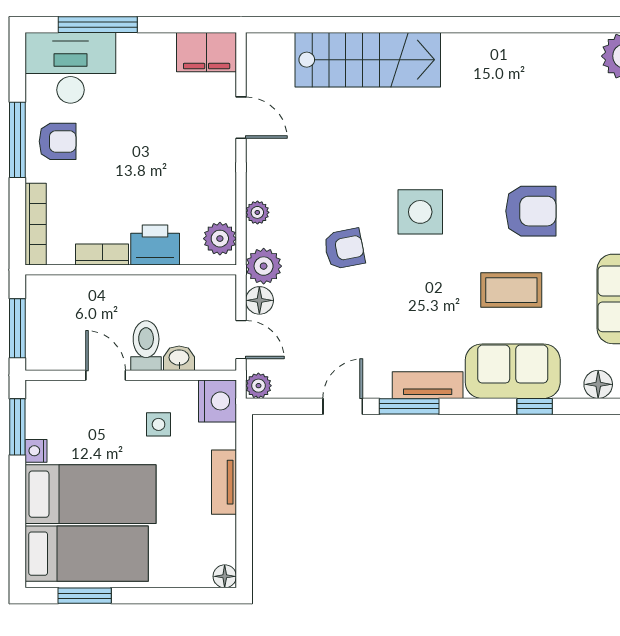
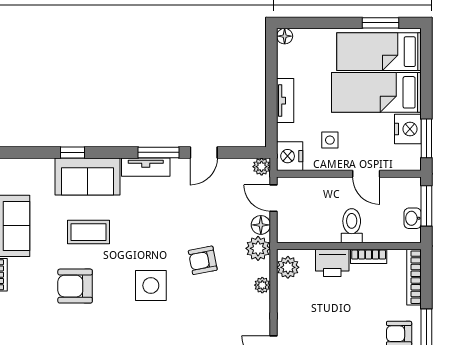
toilet: (146, 346) -> (352, 226), moved, turned 180
washbasin: (179, 358) -> (413, 218), moved, turned 90
floor lamp: (598, 384) -> (29, 167), removed
nightstand: (36, 451) -> (408, 129), width x1.89, depth x1.79

